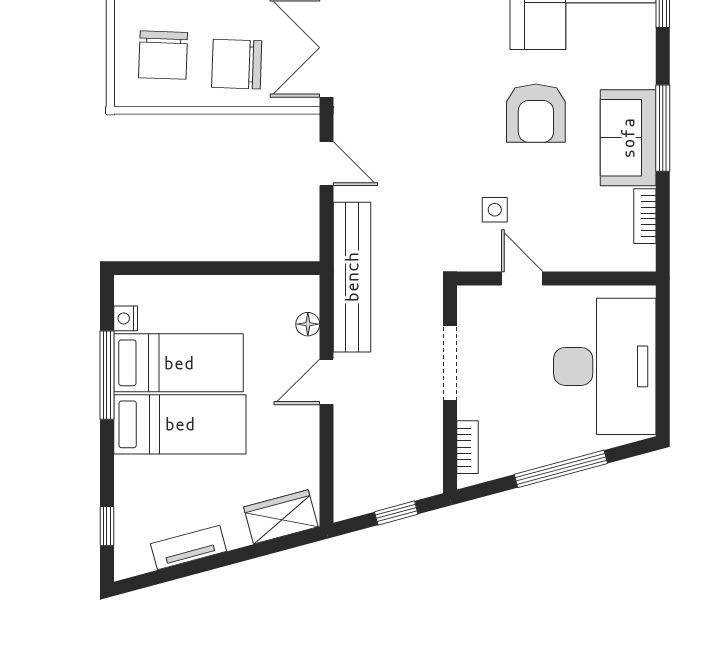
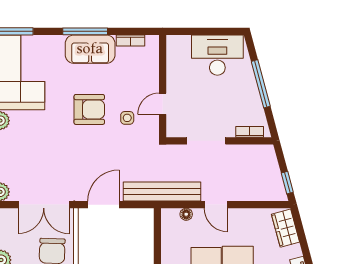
armchair: (536, 113) -> (89, 109), moved
door: (327, 164) -> (103, 205), width x1.38
desk: (605, 366) -> (217, 55), width x0.73, depth x0.77
window: (396, 513) -> (287, 183), moved

